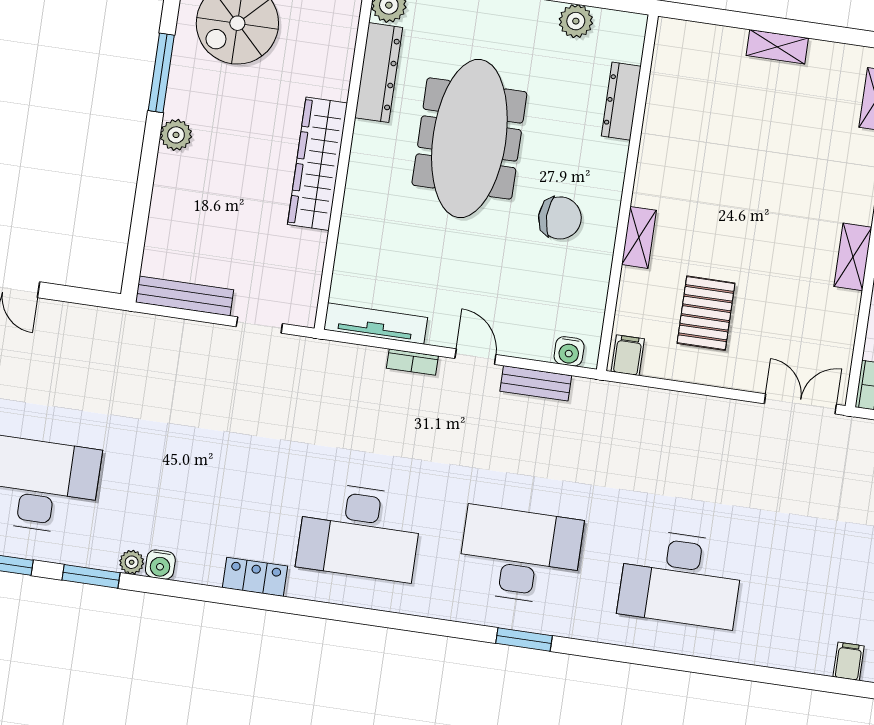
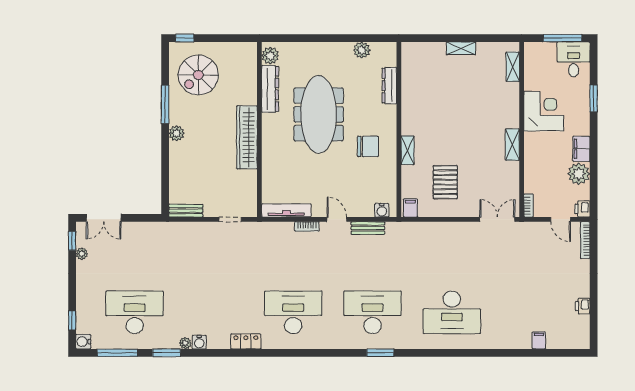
bench: (185, 296) -> (186, 211), width x0.73
desk: (359, 532) -> (293, 312), turned 180

